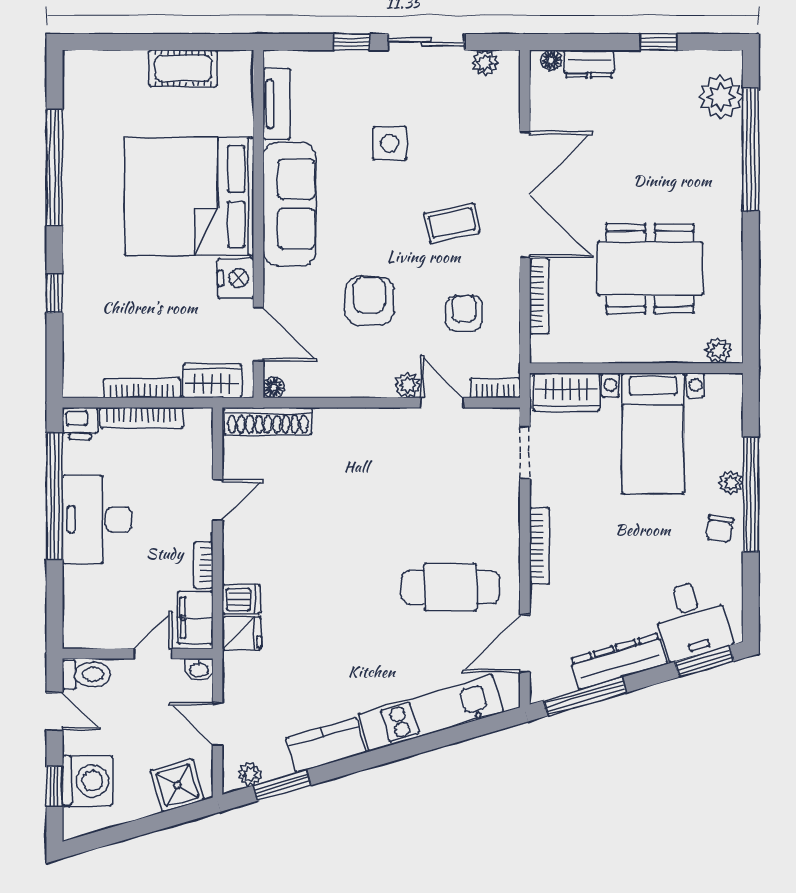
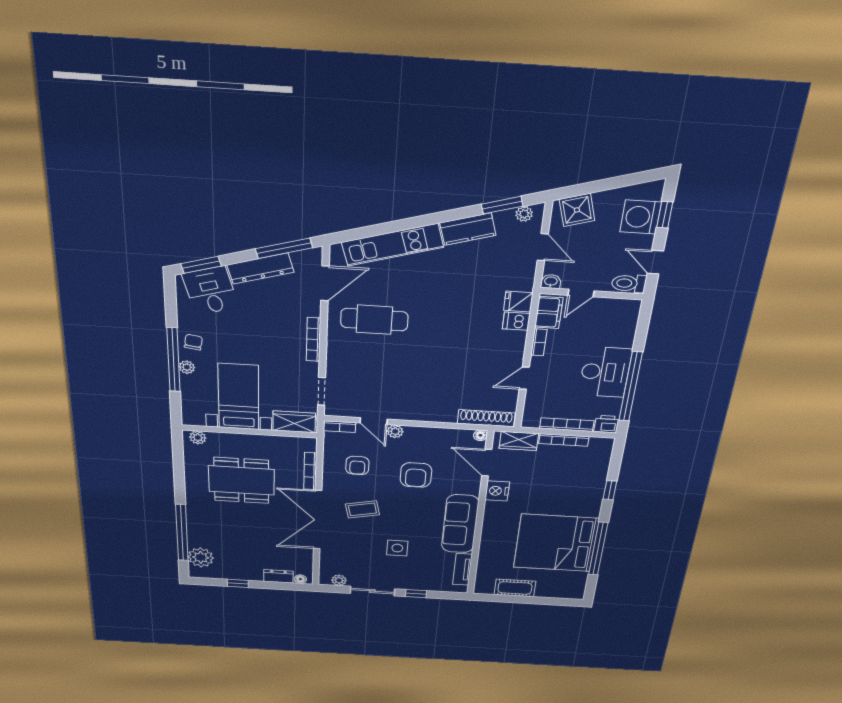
bed: (189, 197) -> (556, 543), moved, turned 180

